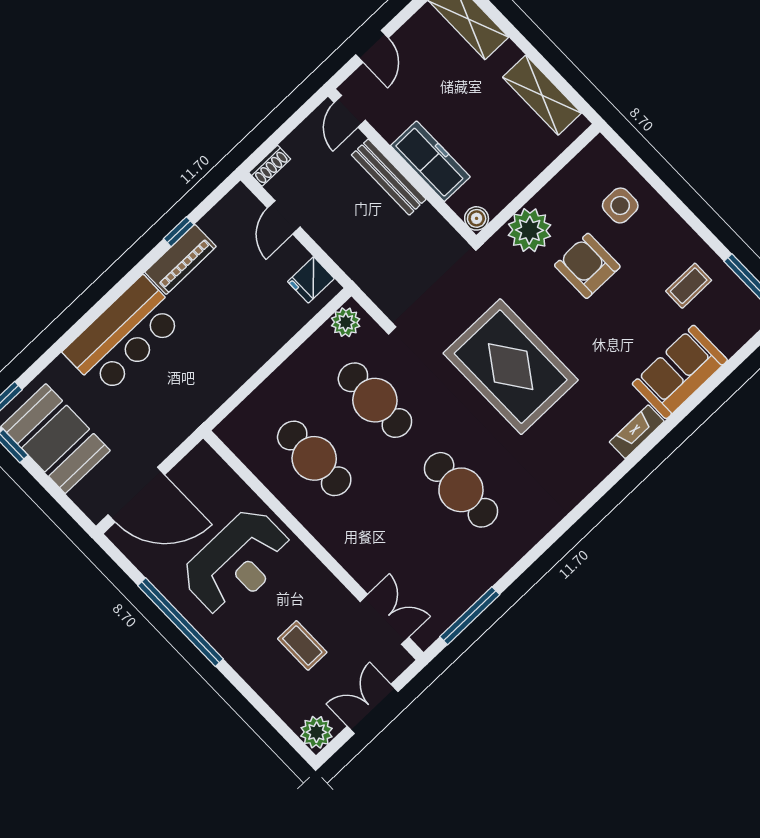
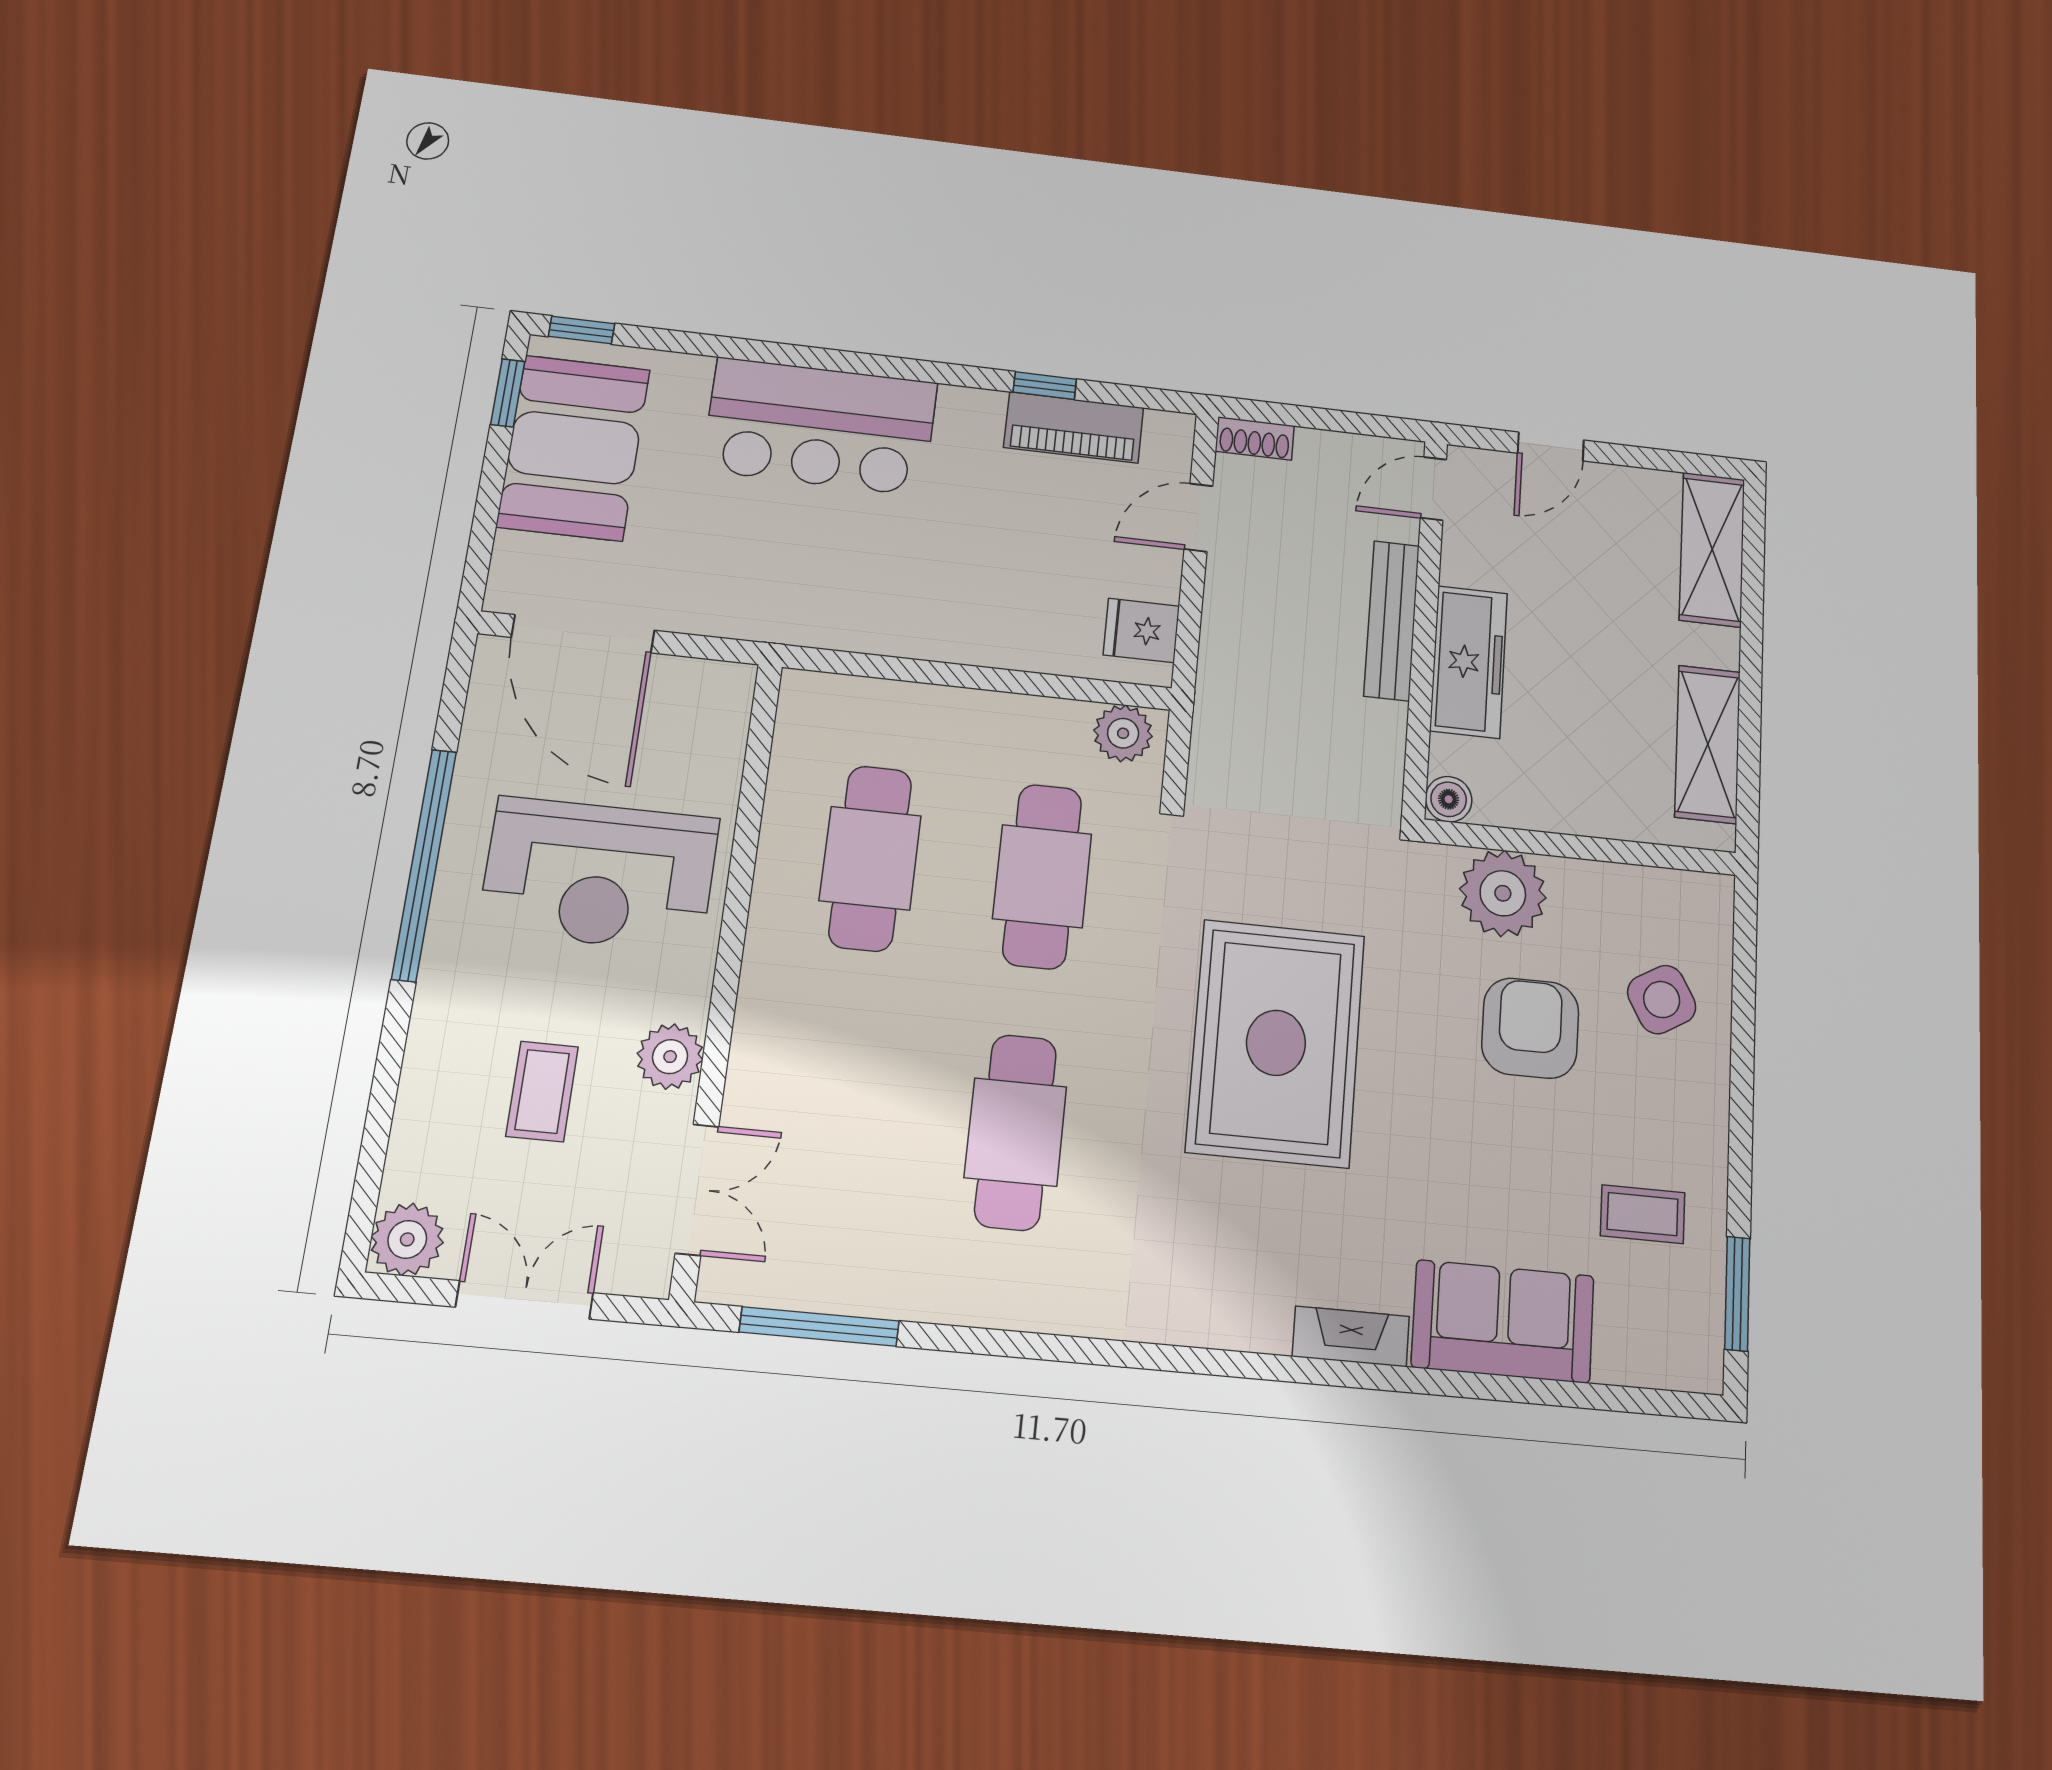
side table: (620, 205) -> (1662, 1000), turned -30
piano: (180, 259) -> (1074, 427), moved
plant: (328, 591) -> (670, 1057), added

